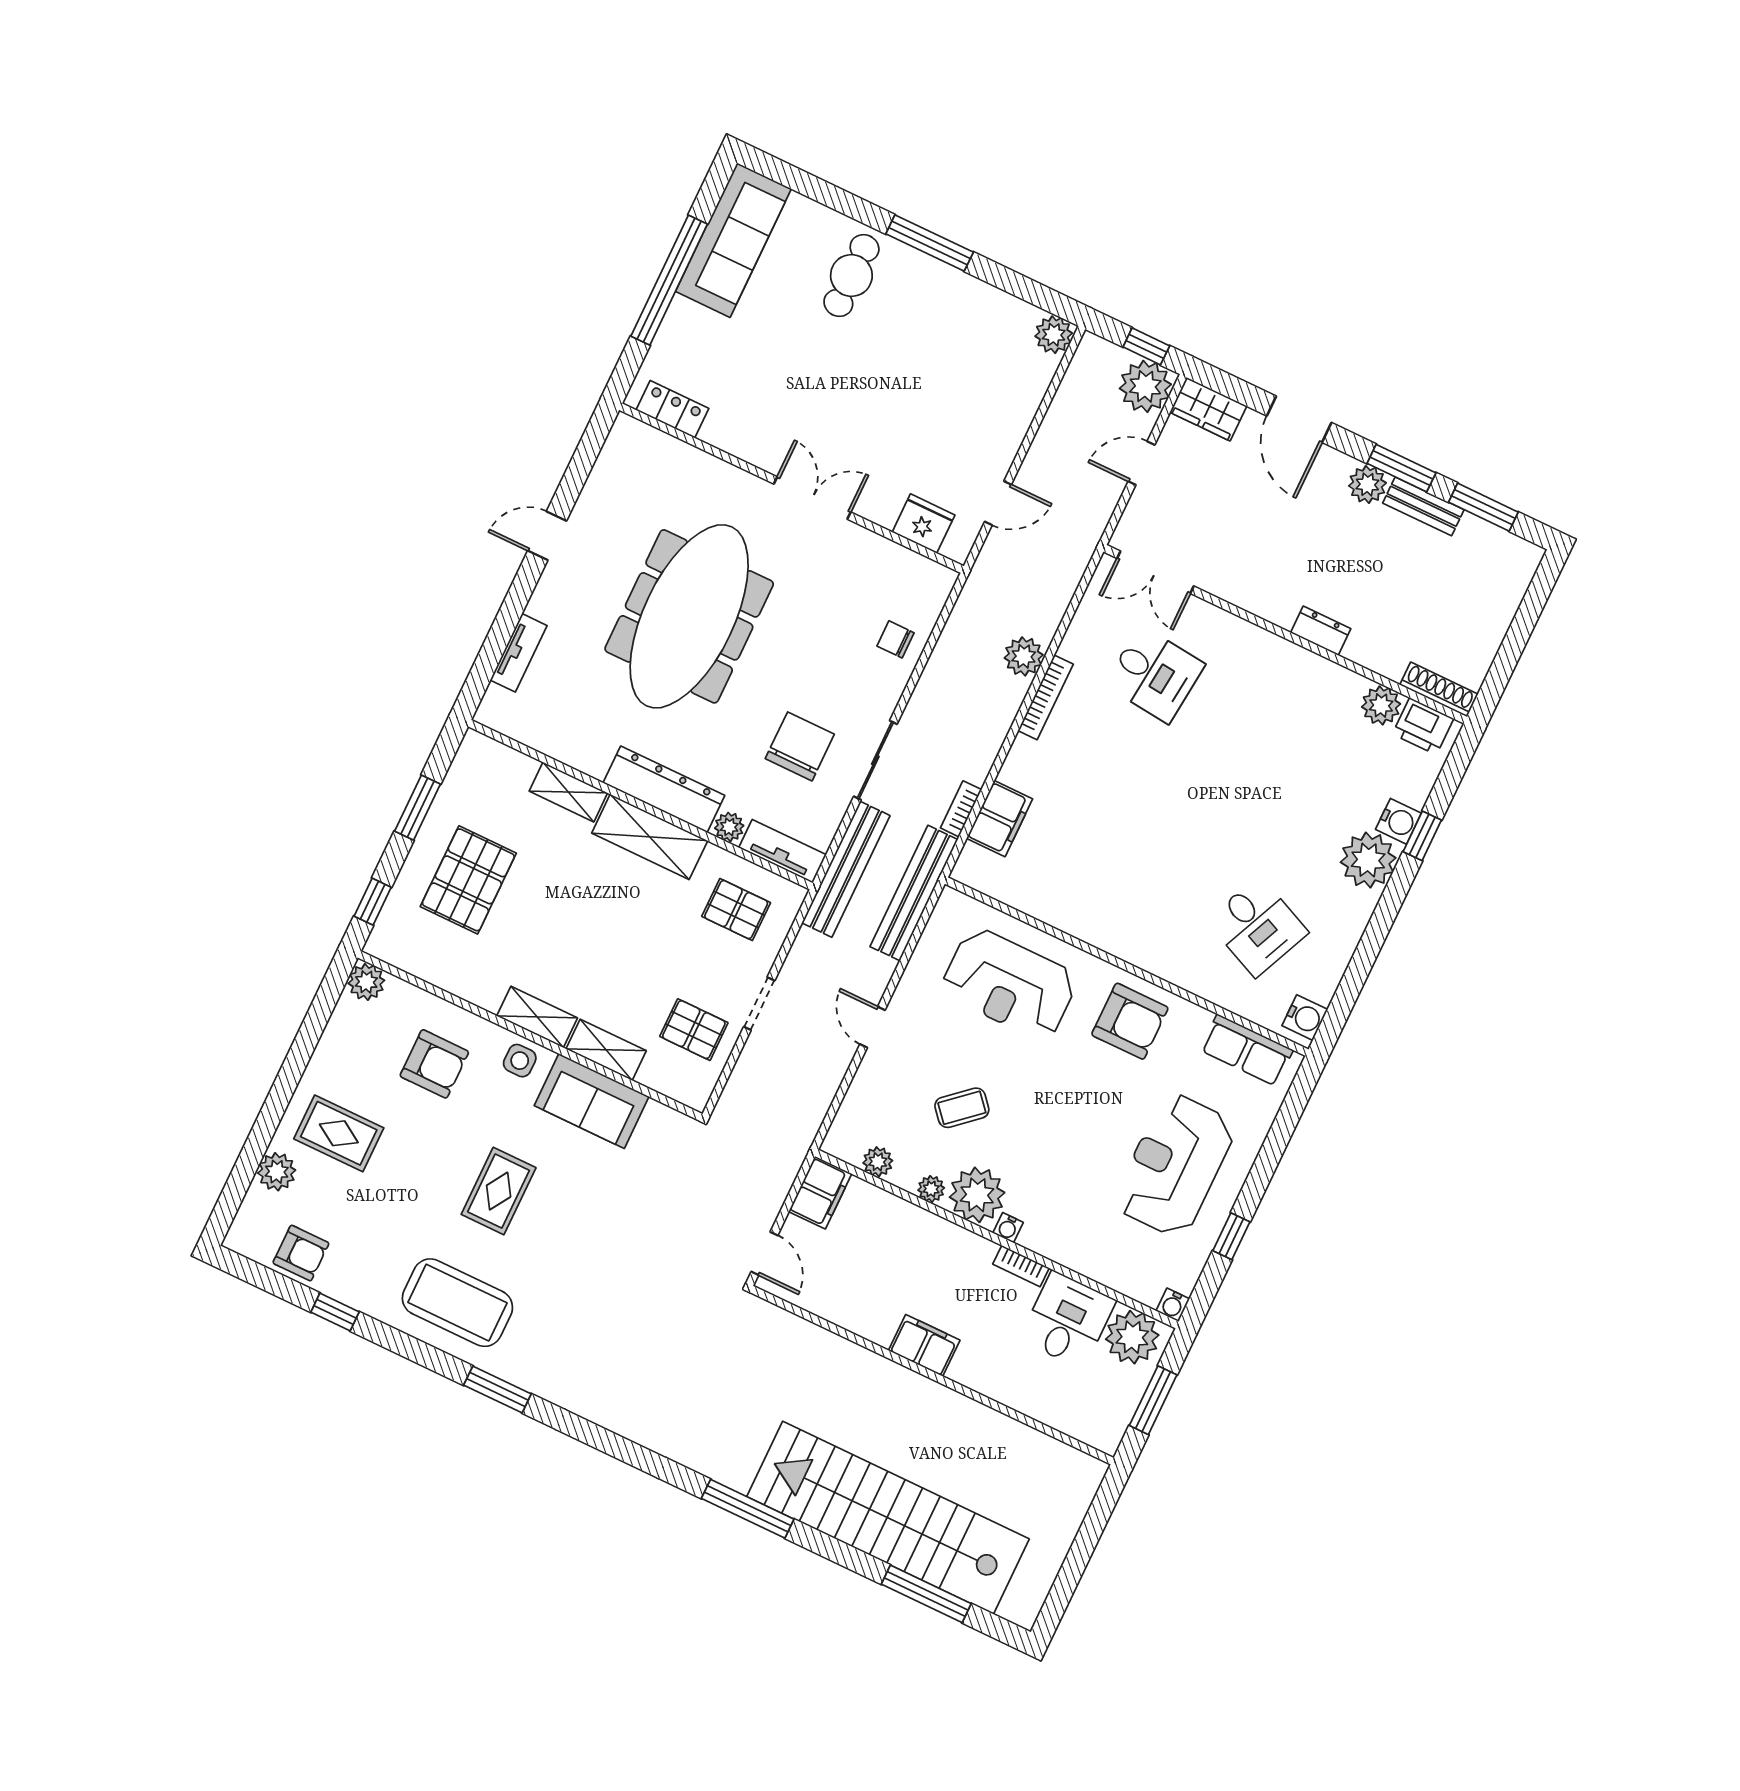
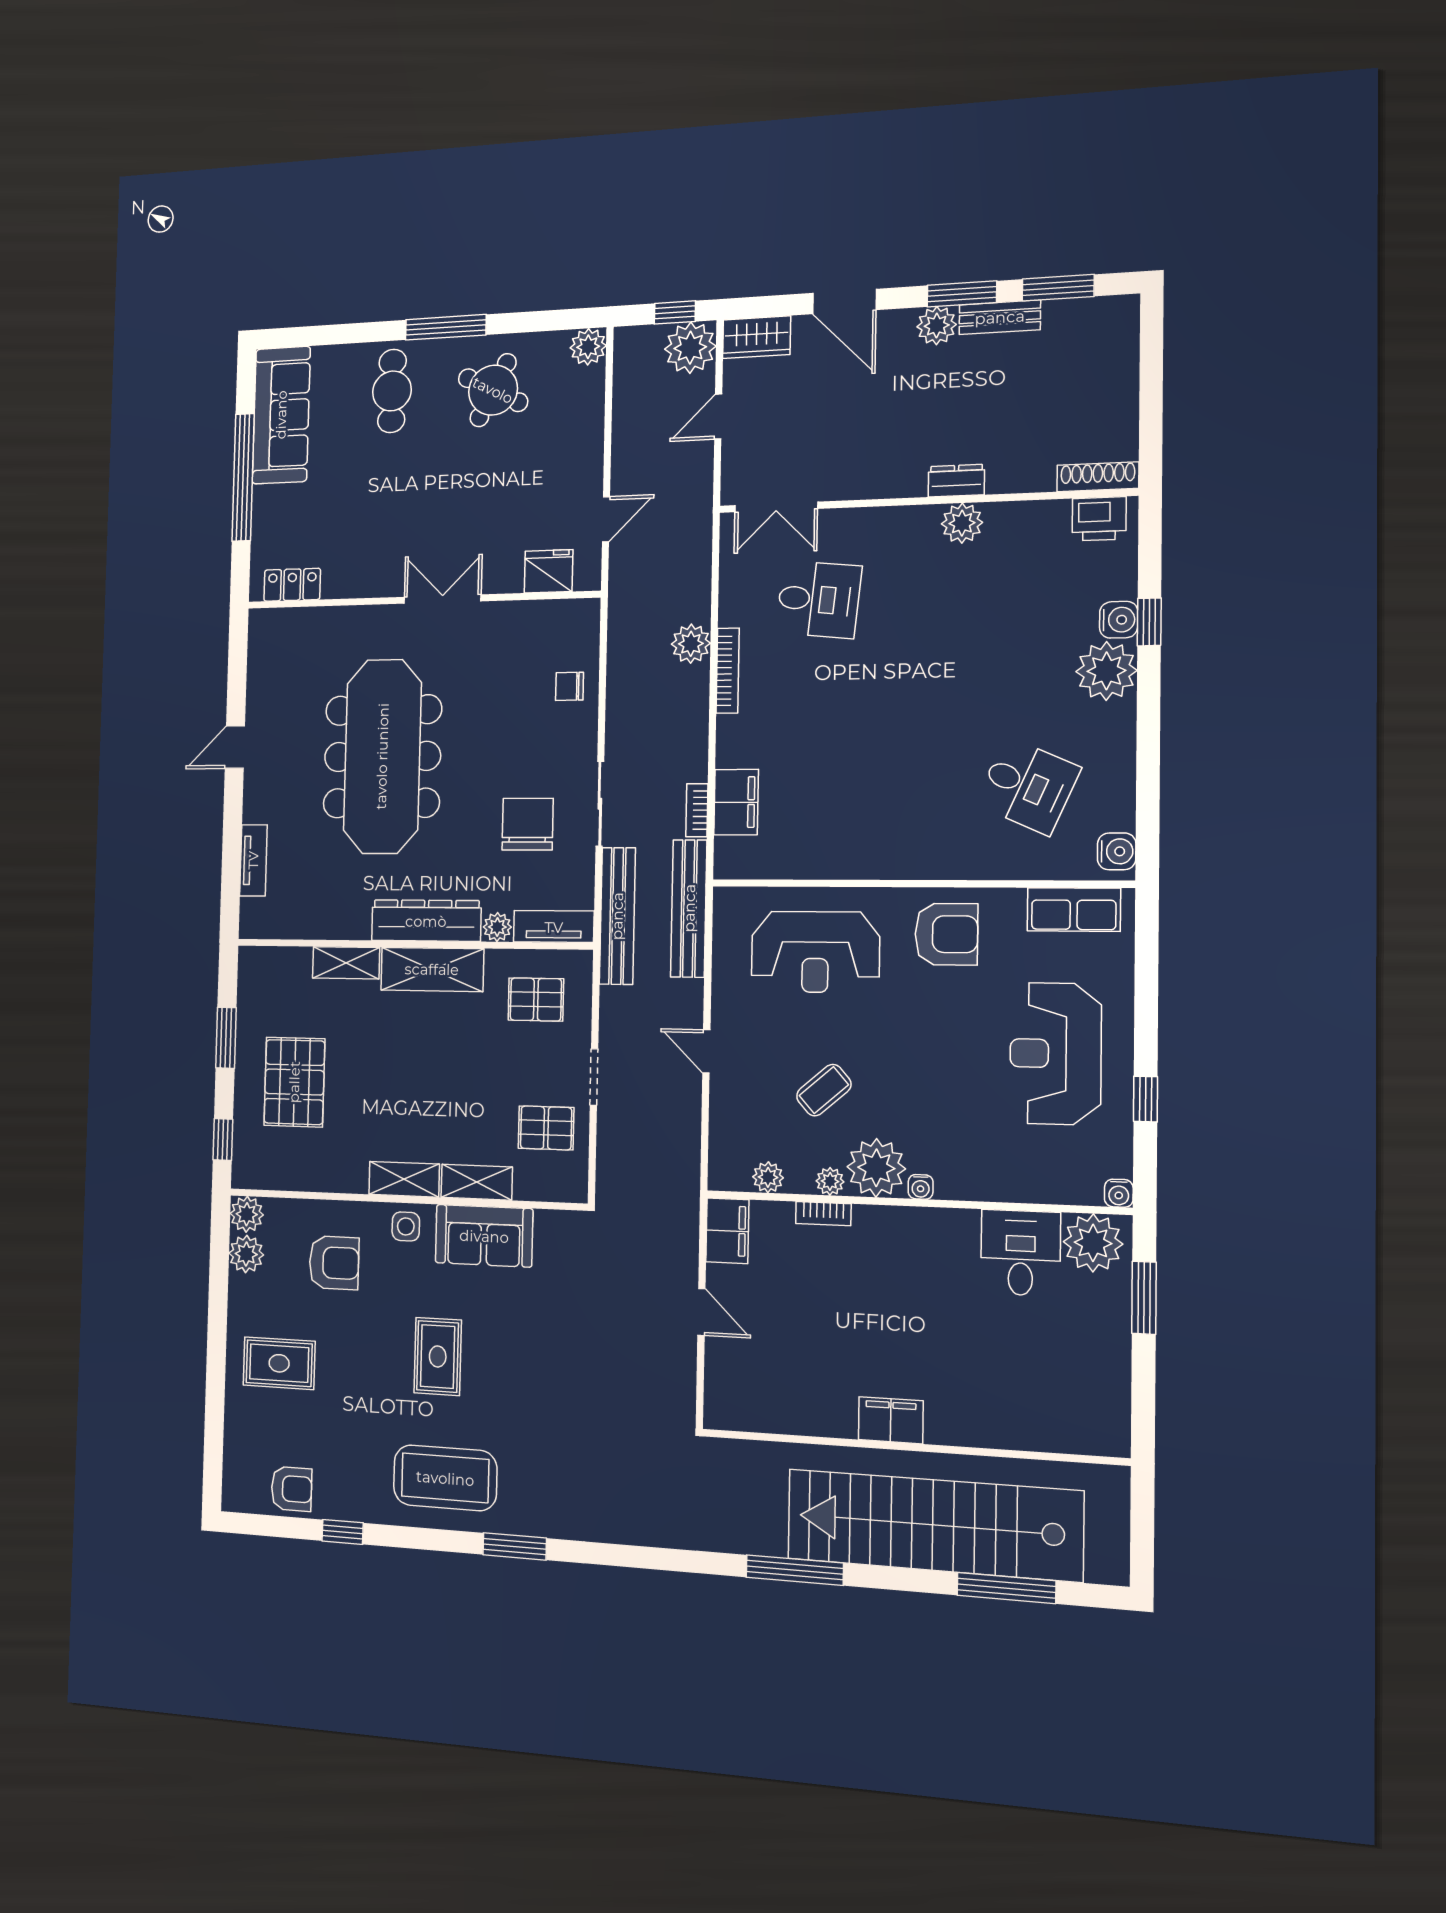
round table: (948, 327) -> (493, 390), added
plant: (1381, 705) -> (962, 523), moved
plant: (277, 1172) -> (246, 1254), moved
bookcase: (1021, 1266) -> (823, 1214), moved
filing cabinet: (924, 1345) -> (891, 1420), moved
wall: (932, 1375) -> (911, 1447), moved

